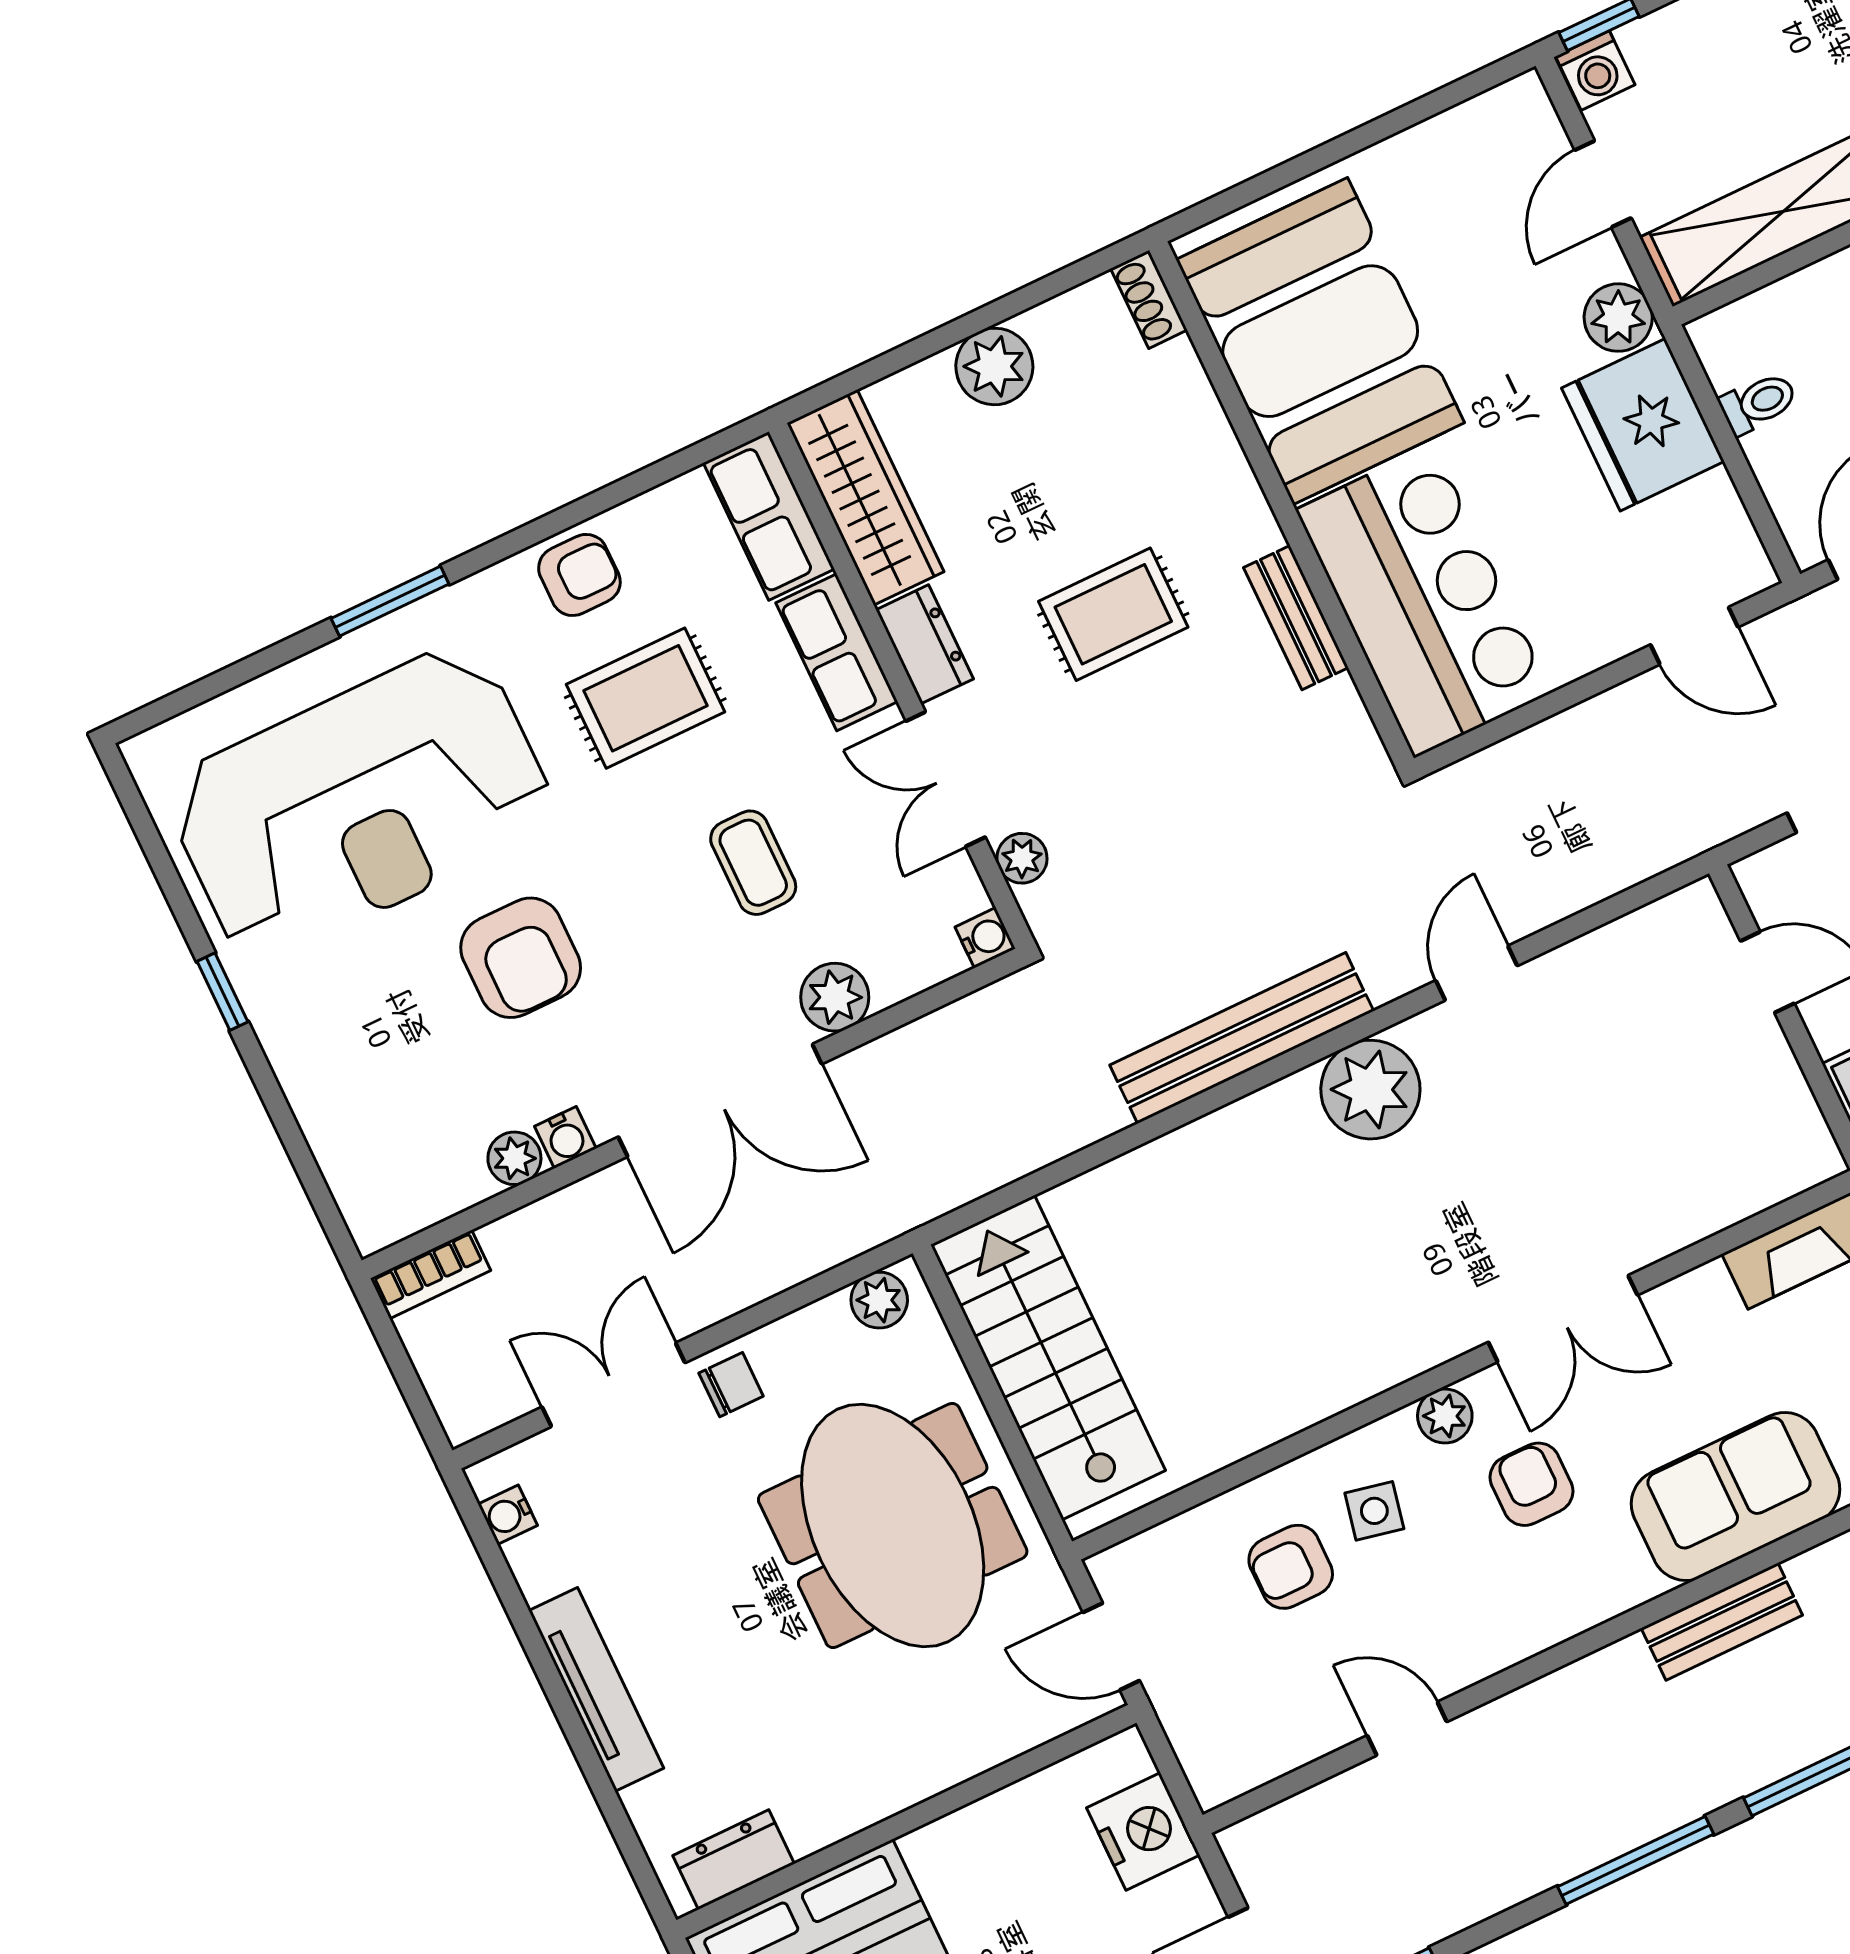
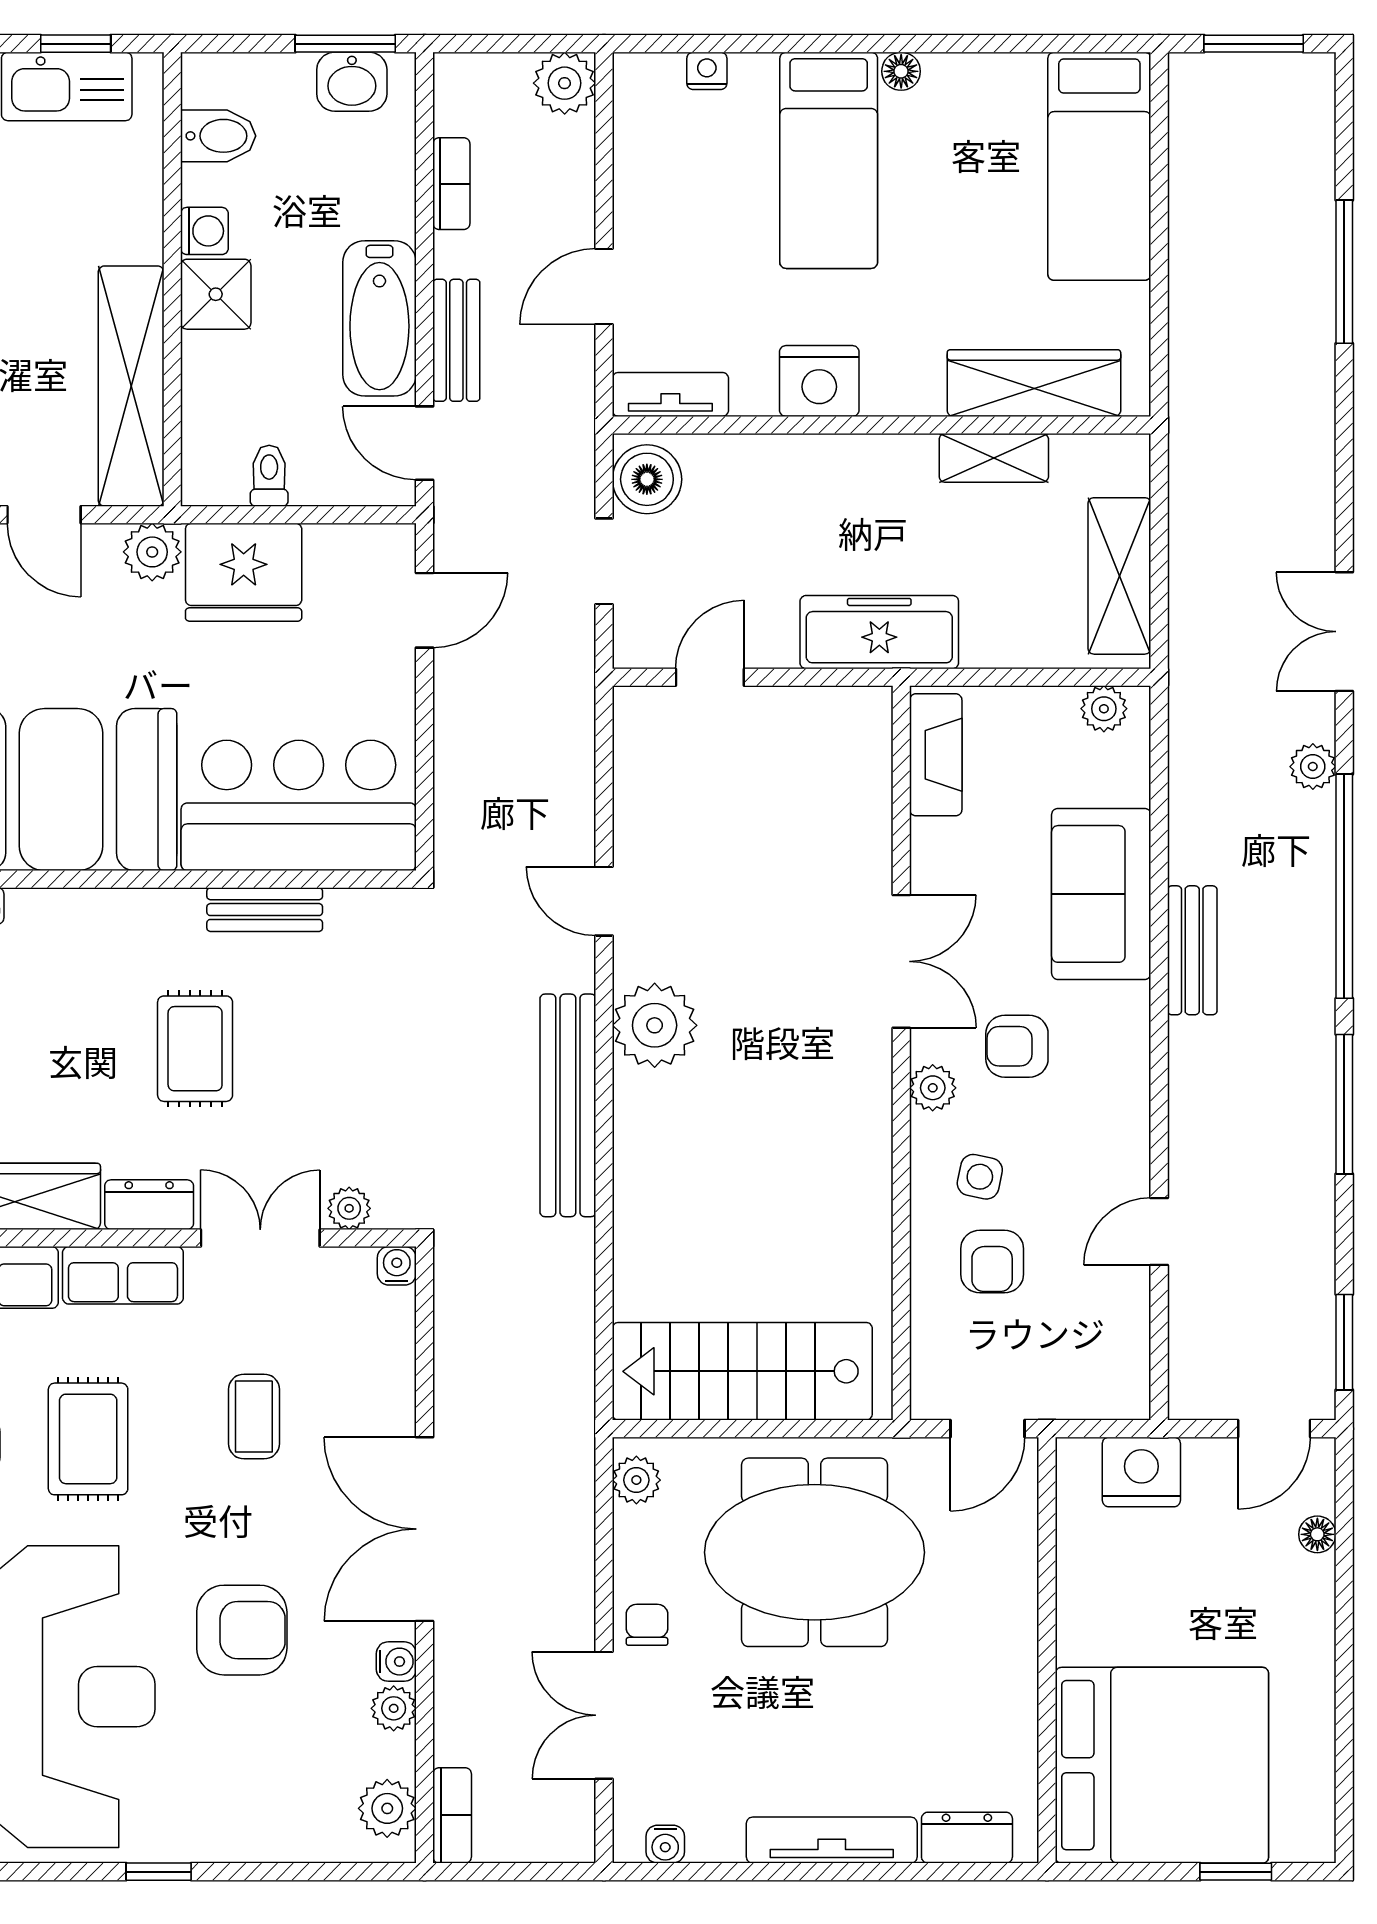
double door: (946, 779) -> (260, 1238), swing flipped
coffee table: (753, 863) -> (254, 1417), turned 90
plant: (835, 997) -> (387, 1808), moved
double door: (720, 1100) -> (425, 1529), swing flipped
dresser: (734, 1860) -> (967, 1838), moved, turned 90

